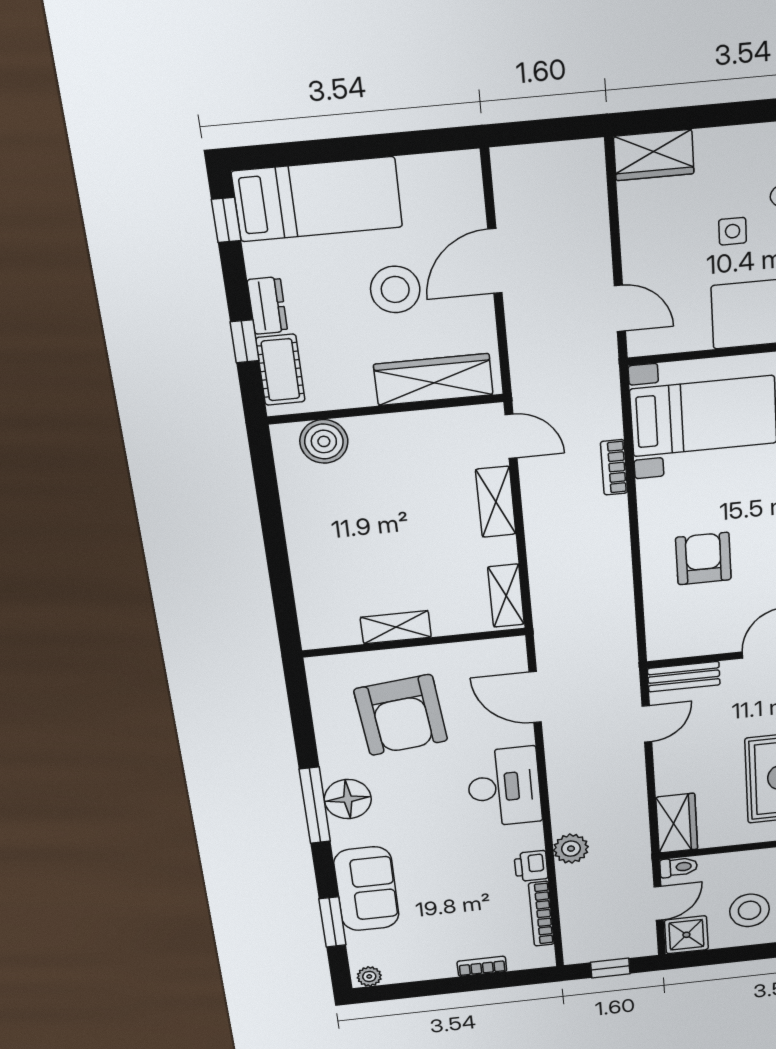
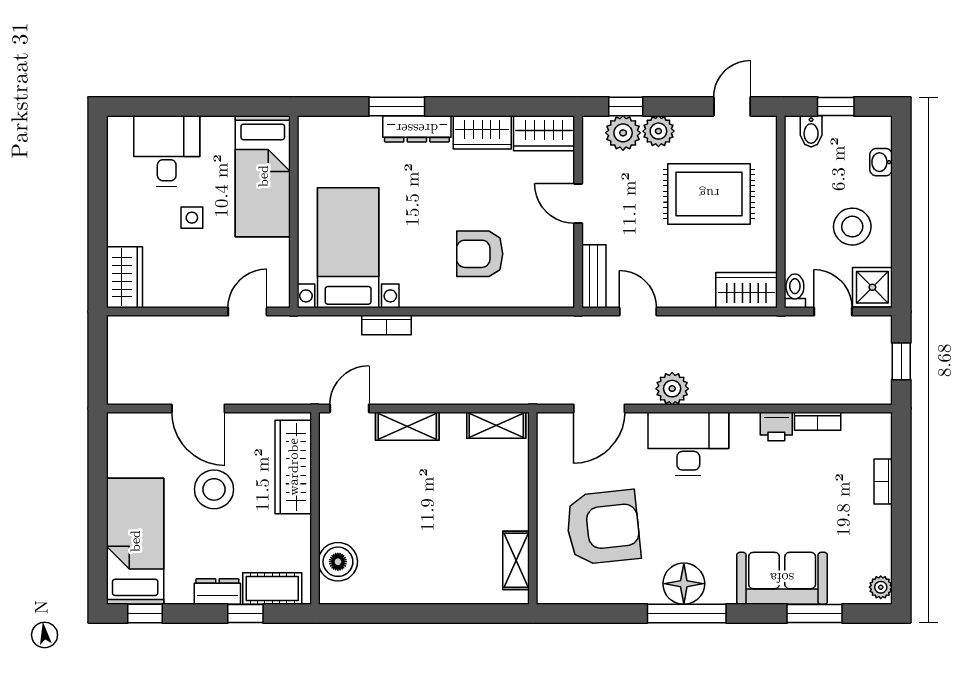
shelving: (396, 627) -> (516, 560), moved
plant: (571, 849) -> (672, 389), moved
bookcase: (541, 914) -> (818, 421), width x0.64

